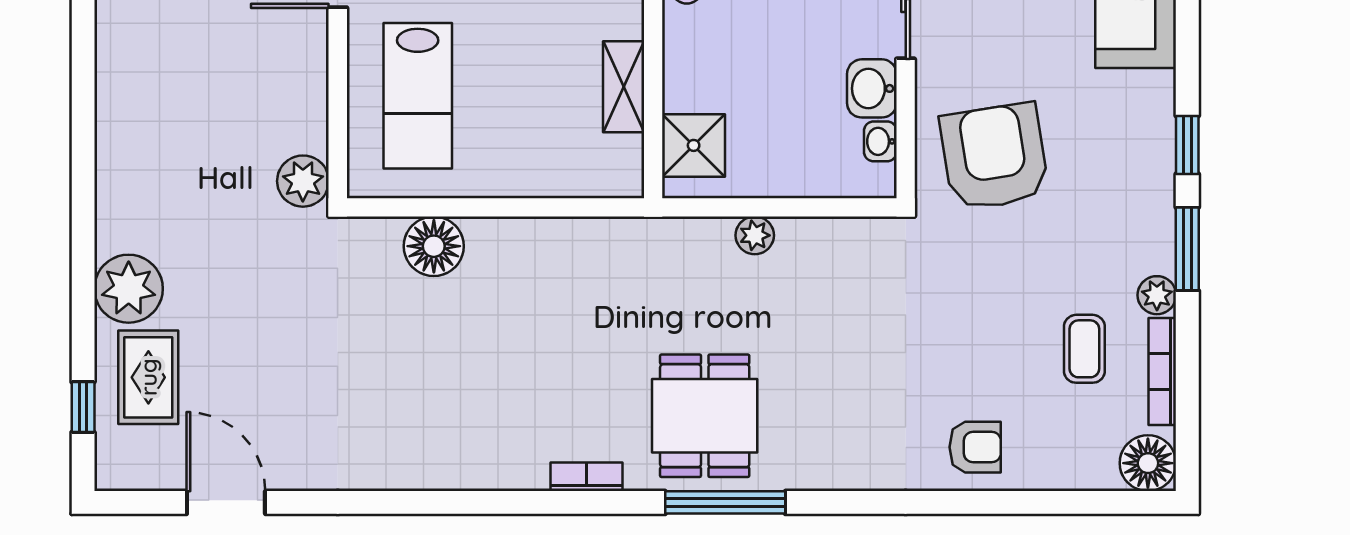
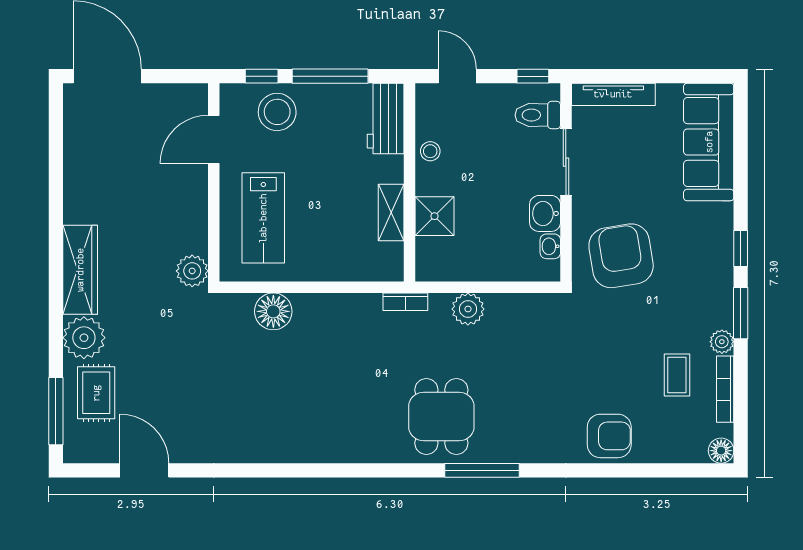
shower: (694, 145) -> (434, 216), moved
wardrobe: (122, 179) -> (80, 270), added
plant: (755, 235) -> (468, 309), width x1.38, depth x1.38
window: (83, 407) -> (56, 411), width x2.17
armchair: (975, 447) -> (609, 436), width x1.38, depth x1.38
floor lamp: (1148, 463) -> (721, 451), width x0.73, depth x0.73
bookcase: (586, 477) -> (405, 302), moved, turned 180
window: (725, 502) -> (482, 470), moved

